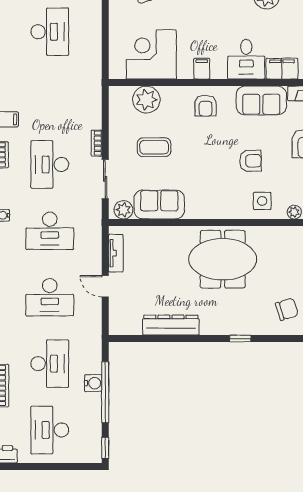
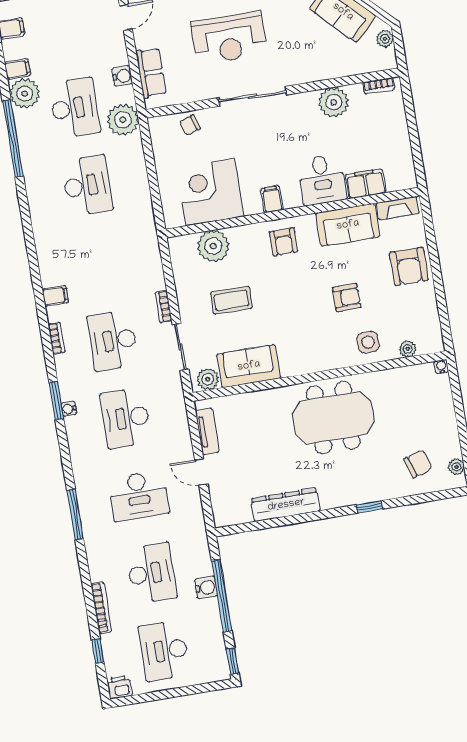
desk: (50, 231) -> (126, 418), turned 90

